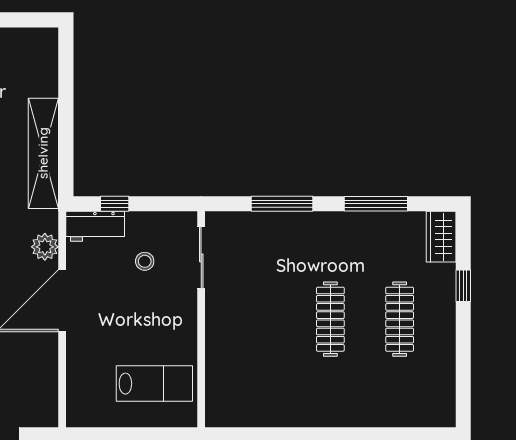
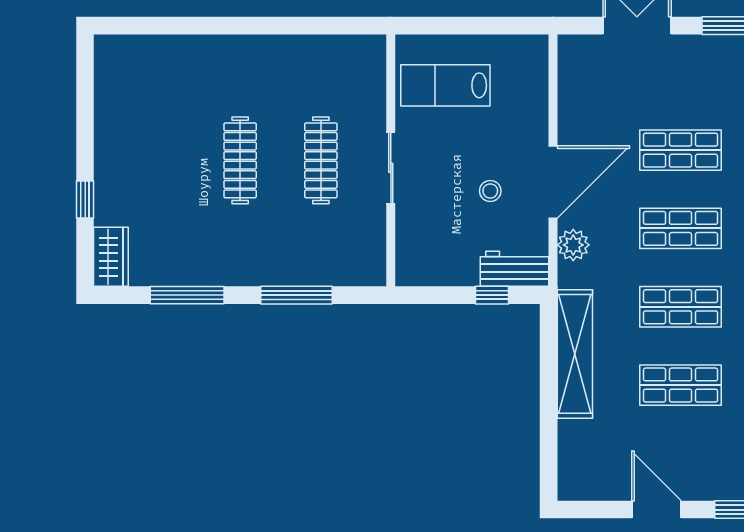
sliding door: (201, 258) -> (391, 168), moved
stool: (145, 261) -> (490, 191), moved
clothes rail: (400, 319) -> (321, 160), moved

